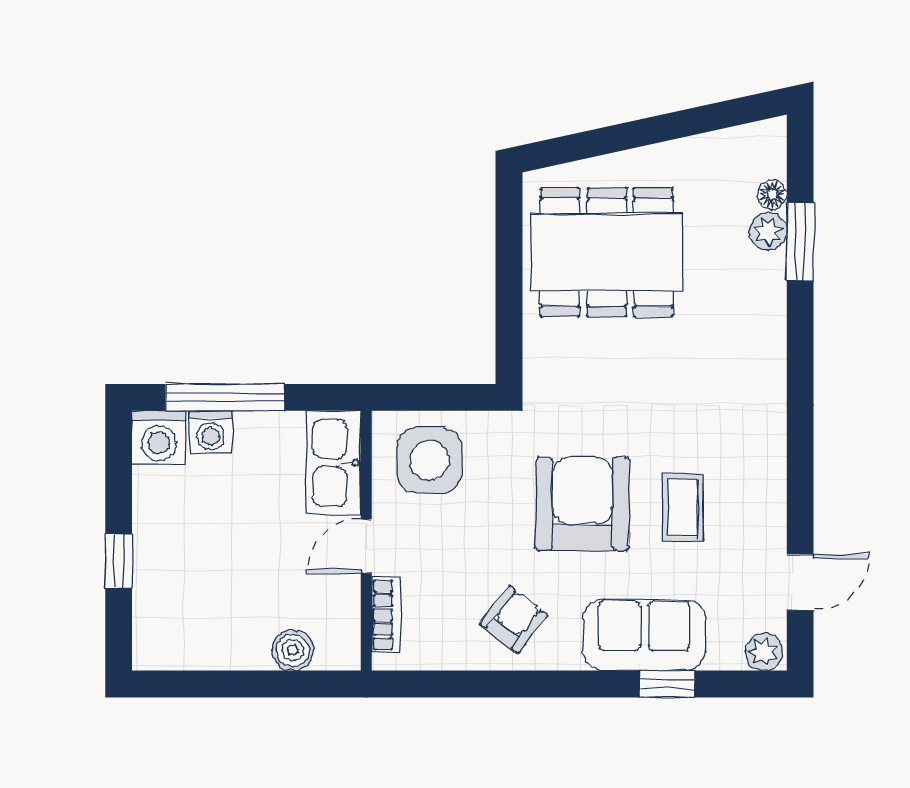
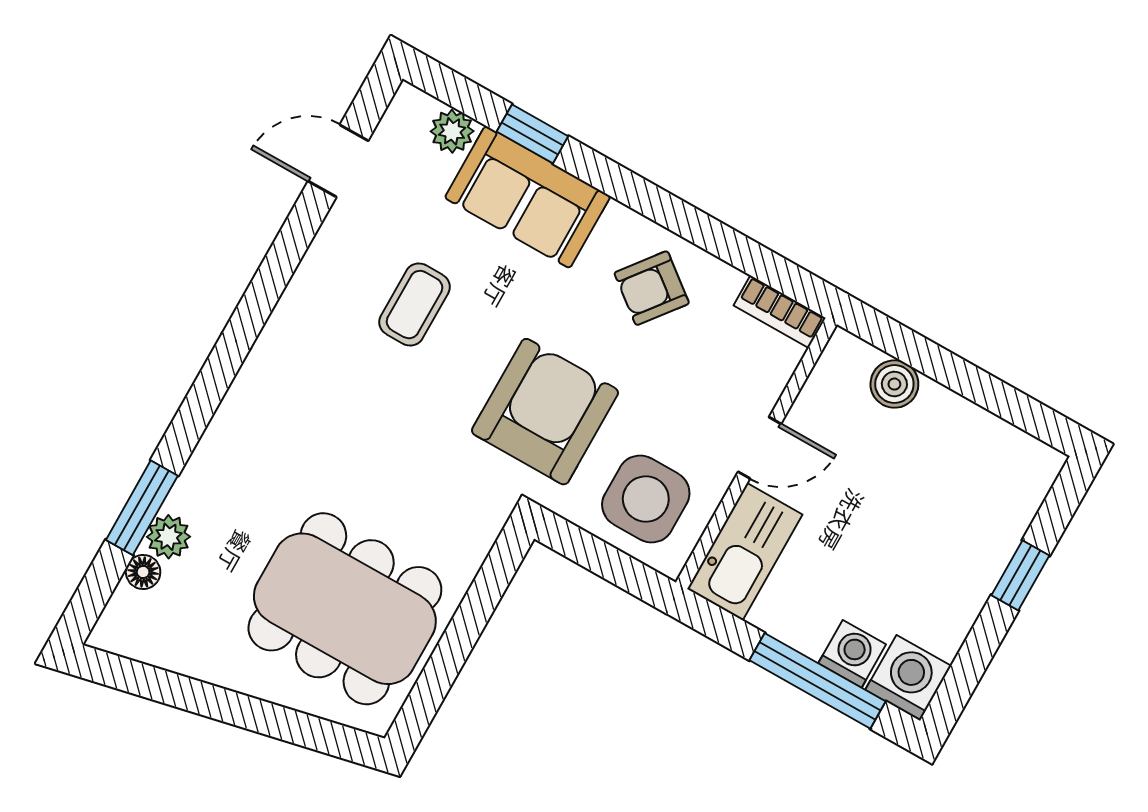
armchair: (582, 504) -> (545, 412), moved, turned 180
bookcase: (386, 615) -> (780, 312), moved, turned -90
plant: (764, 652) -> (452, 131), moved

